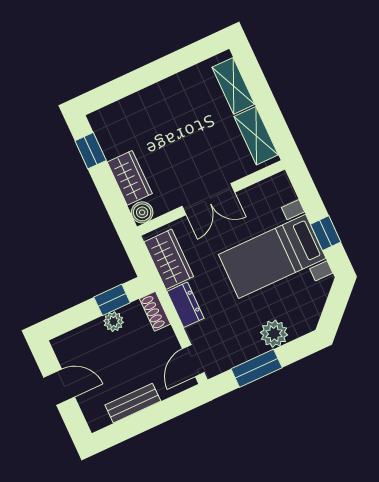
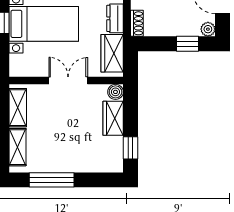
window: (171, 64) -> (52, 180), added
window: (112, 300) -> (188, 44), moved
plant: (114, 322) -> (208, 29), moved

